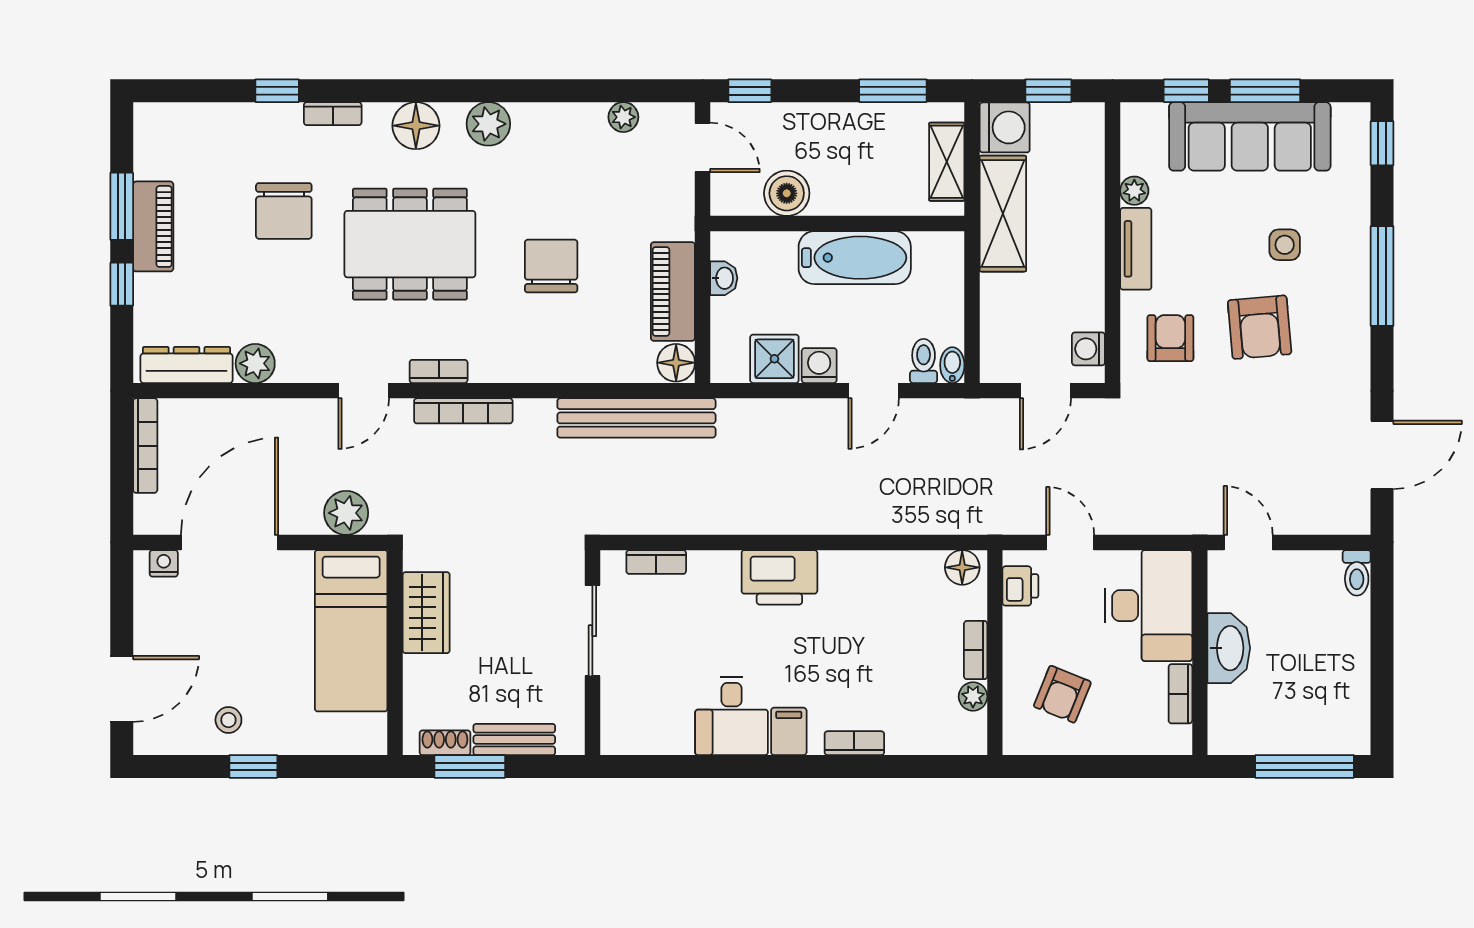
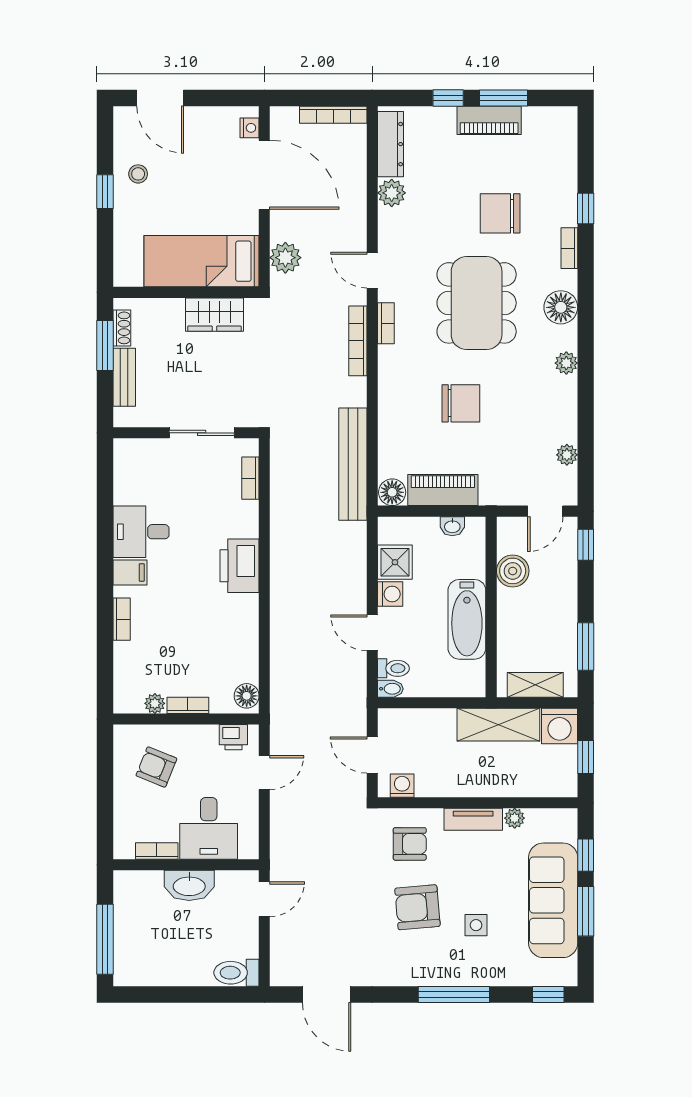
plant: (488, 124) -> (566, 363), width x0.73, depth x0.73
toilet: (1357, 573) -> (236, 973), width x1.37, depth x1.39
desk: (1149, 606) -> (209, 828), width x0.73

